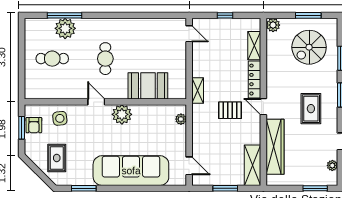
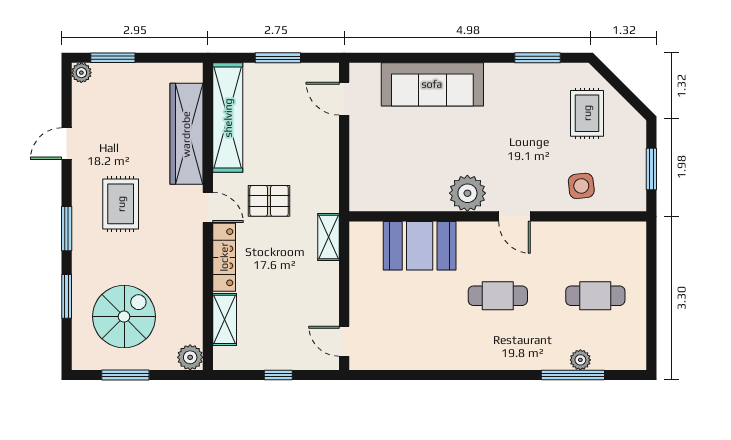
plant: (65, 28) -> (580, 360), width x0.53, depth x0.53
cafe table: (105, 59) -> (498, 296), turned 90
plant: (181, 119) -> (359, 185), removed
armchair: (34, 125) -> (629, 174), removed
shelving: (253, 165) -> (228, 118), width x1.47
plant: (332, 165) -> (81, 73), moved
sofa: (131, 171) -> (432, 84), width x0.74, depth x0.79

